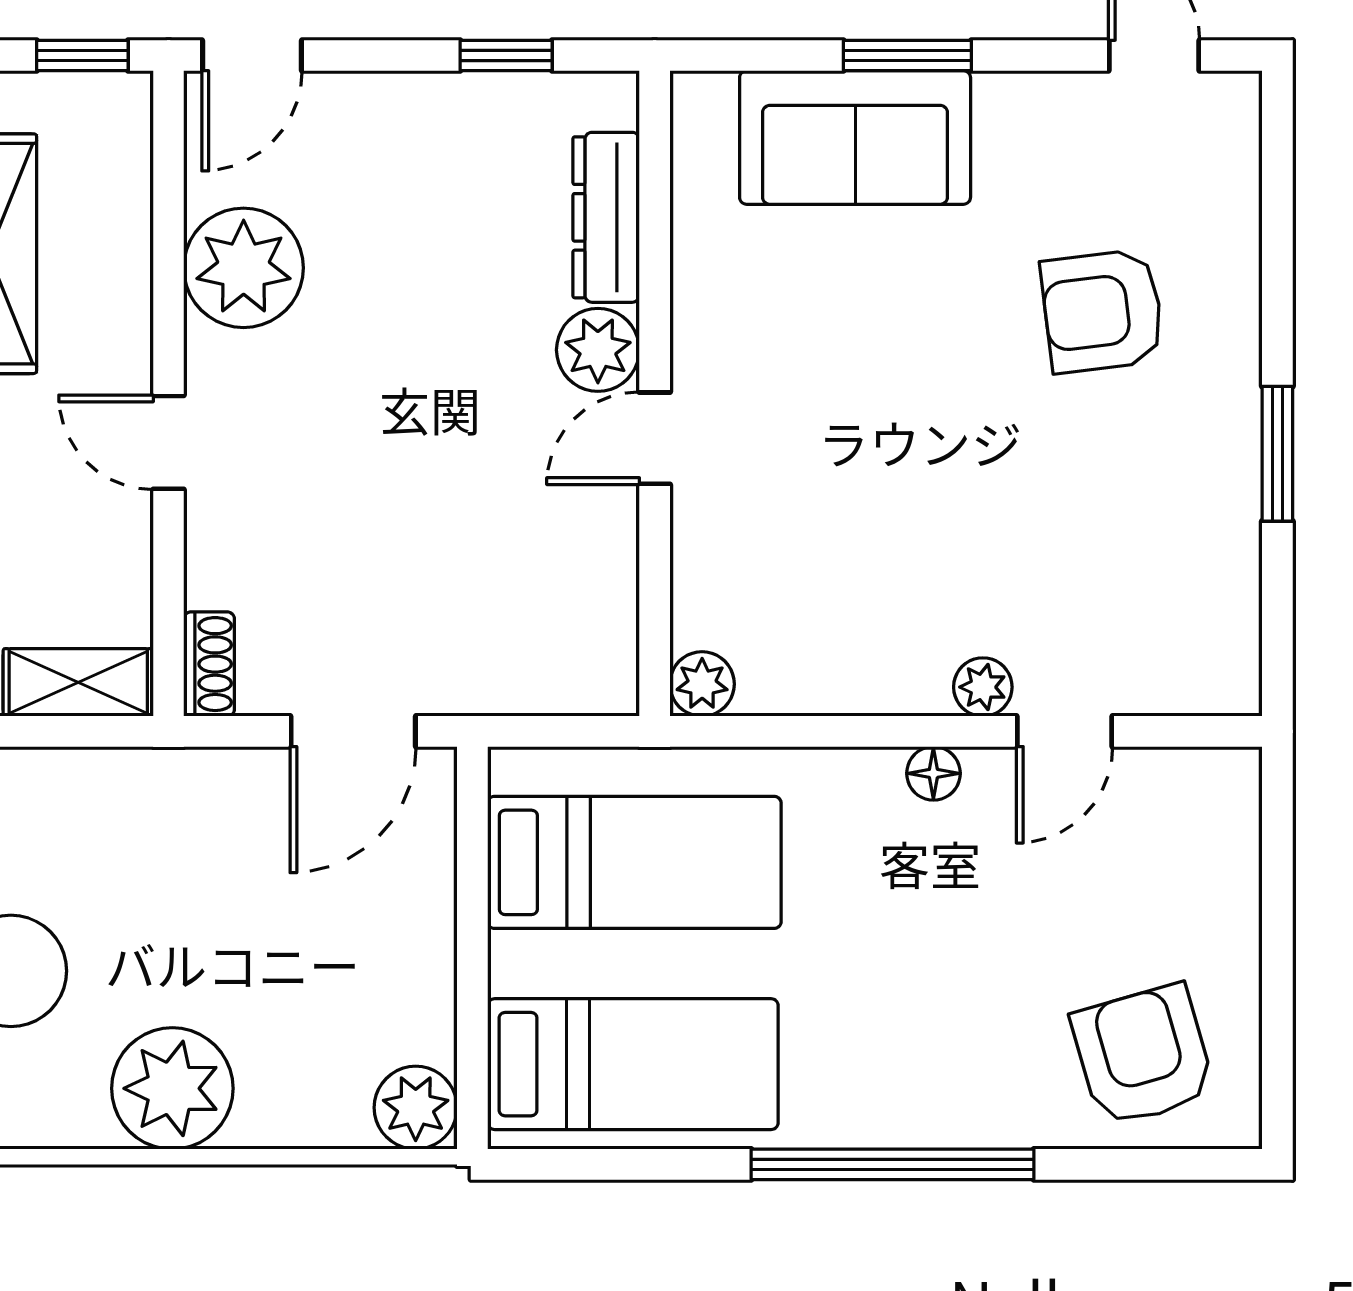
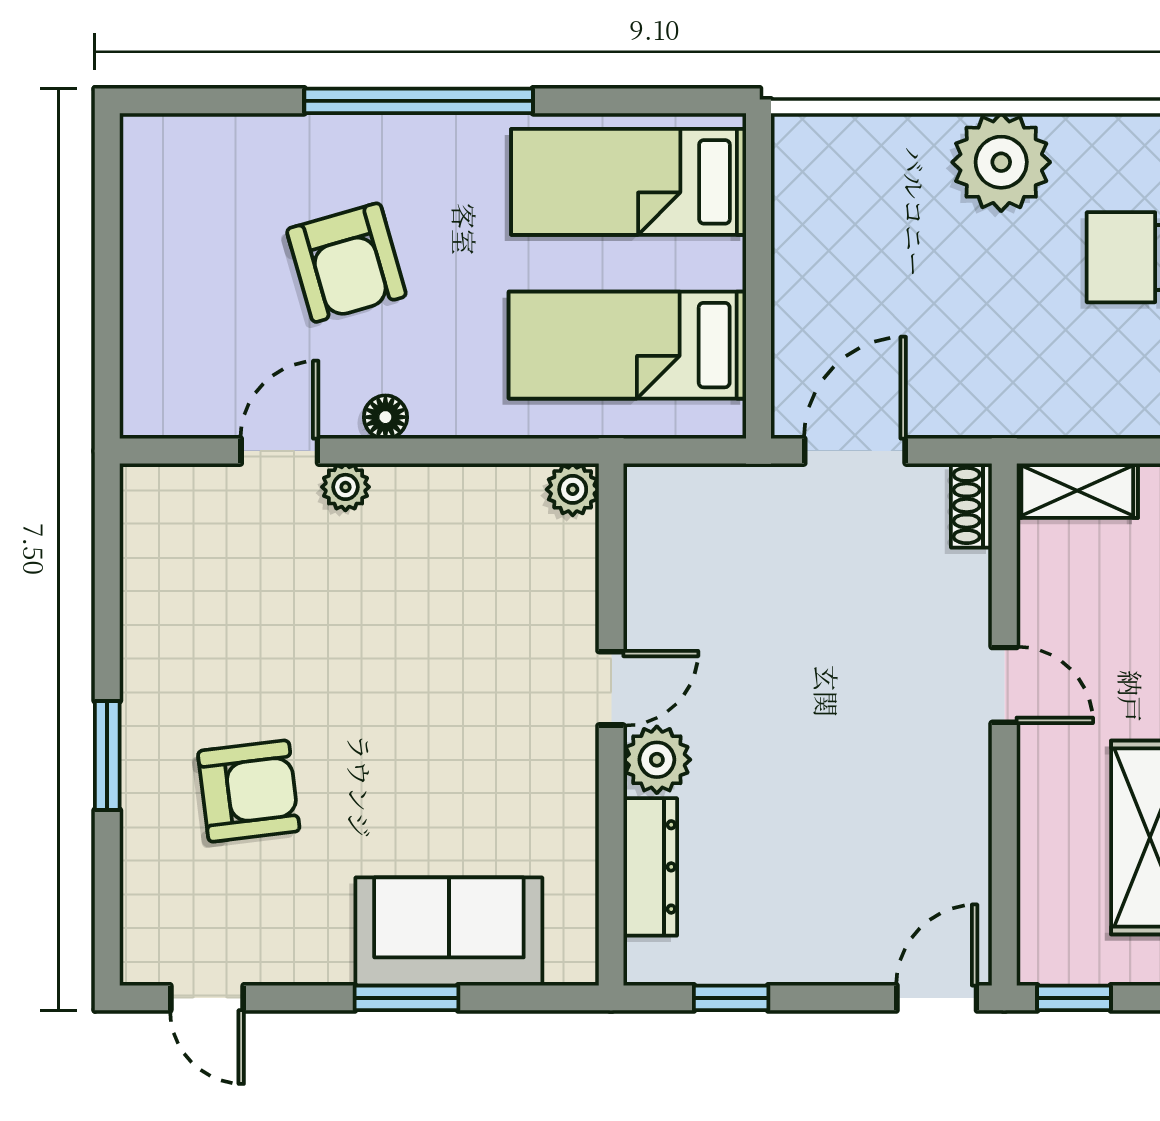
plant: (244, 268) -> (944, 826), removed
window: (1277, 454) -> (107, 756), moved
armchair: (1143, 1055) -> (346, 263), moved
plant: (416, 1108) -> (804, 147), removed

